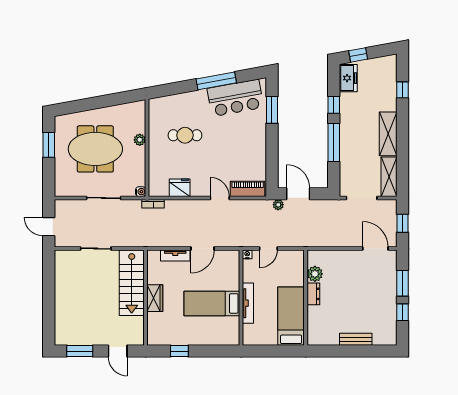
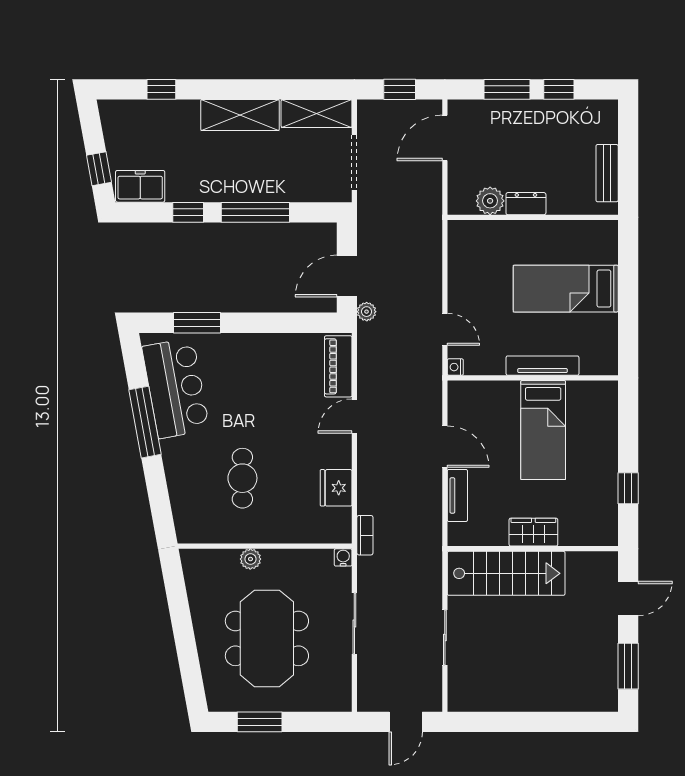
plant: (315, 274) -> (490, 201), moved
dresser: (313, 294) -> (526, 204), moved
wall: (306, 298) -> (533, 217), moved

